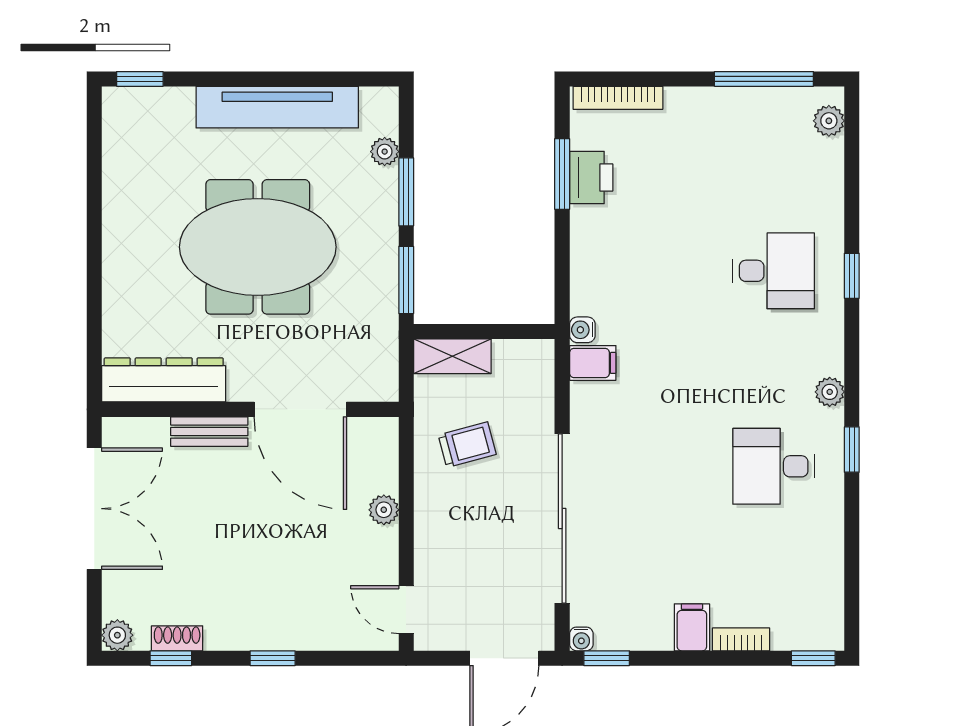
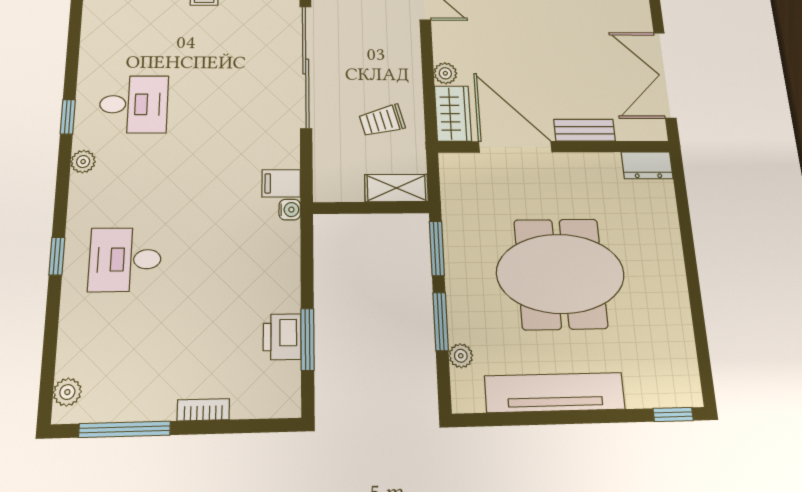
bookcase: (618, 98) -> (203, 410), moved, width x0.64
dresser: (164, 380) -> (647, 165), width x0.51, depth x0.80
wardrobe: (377, 454) -> (453, 114), added

